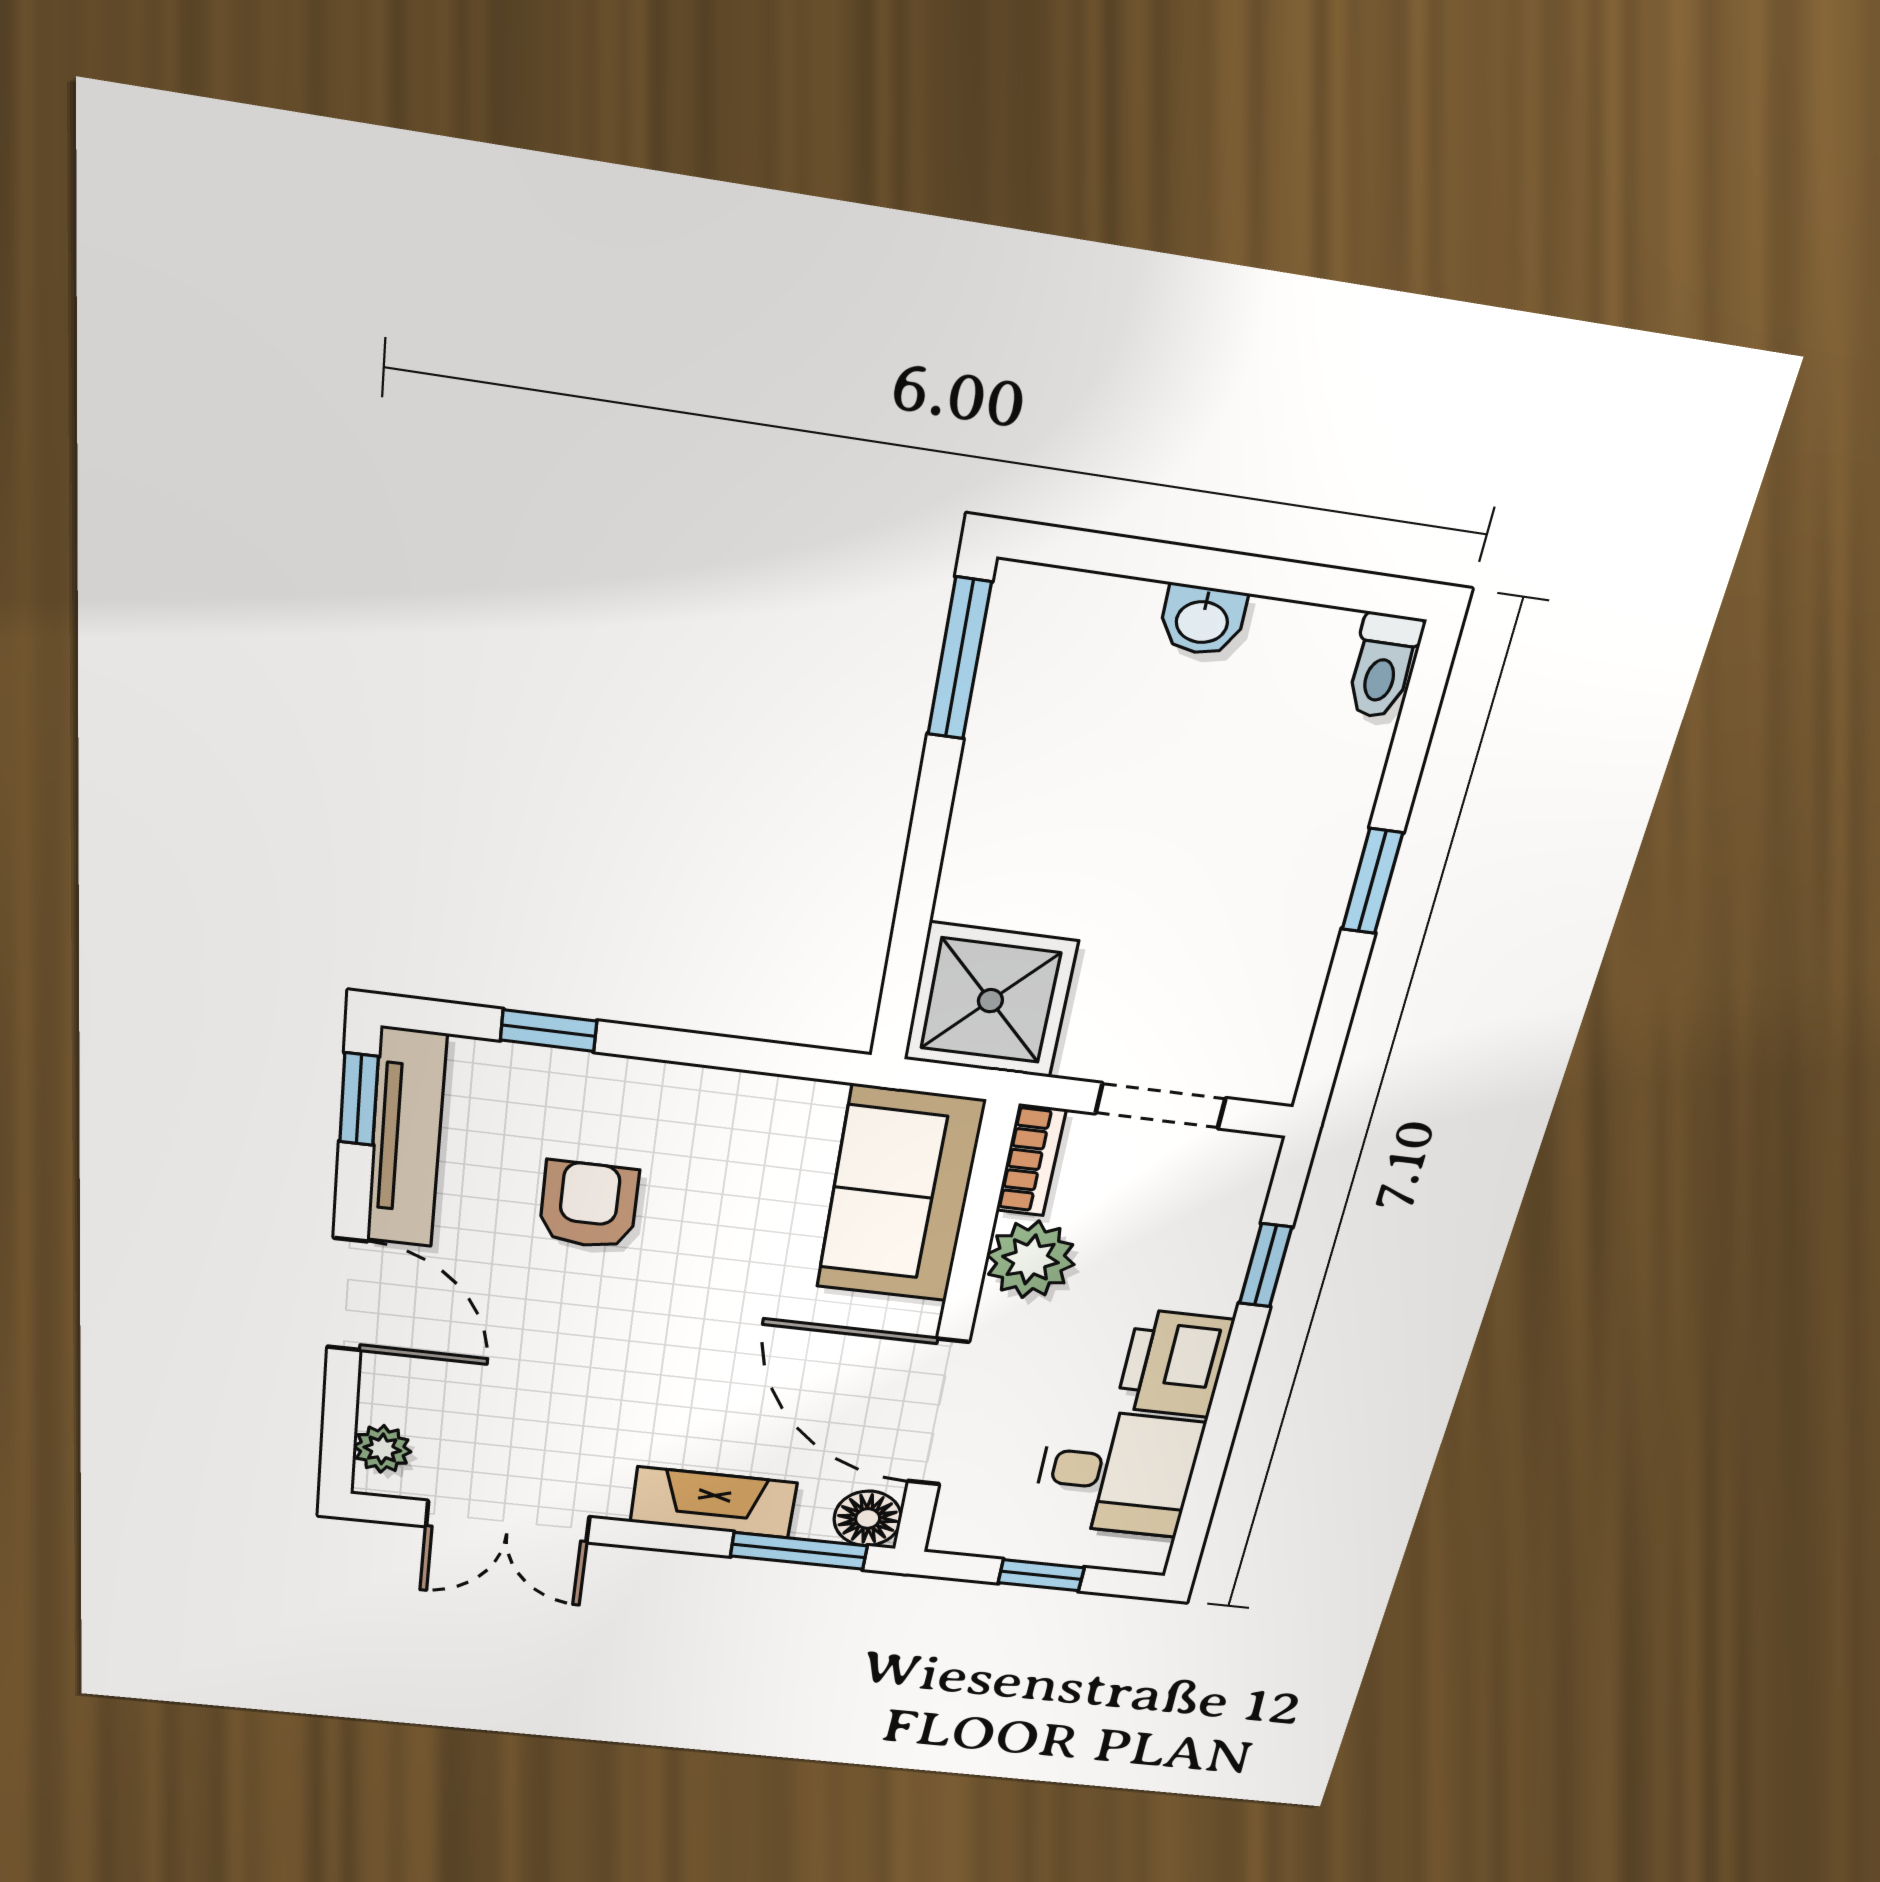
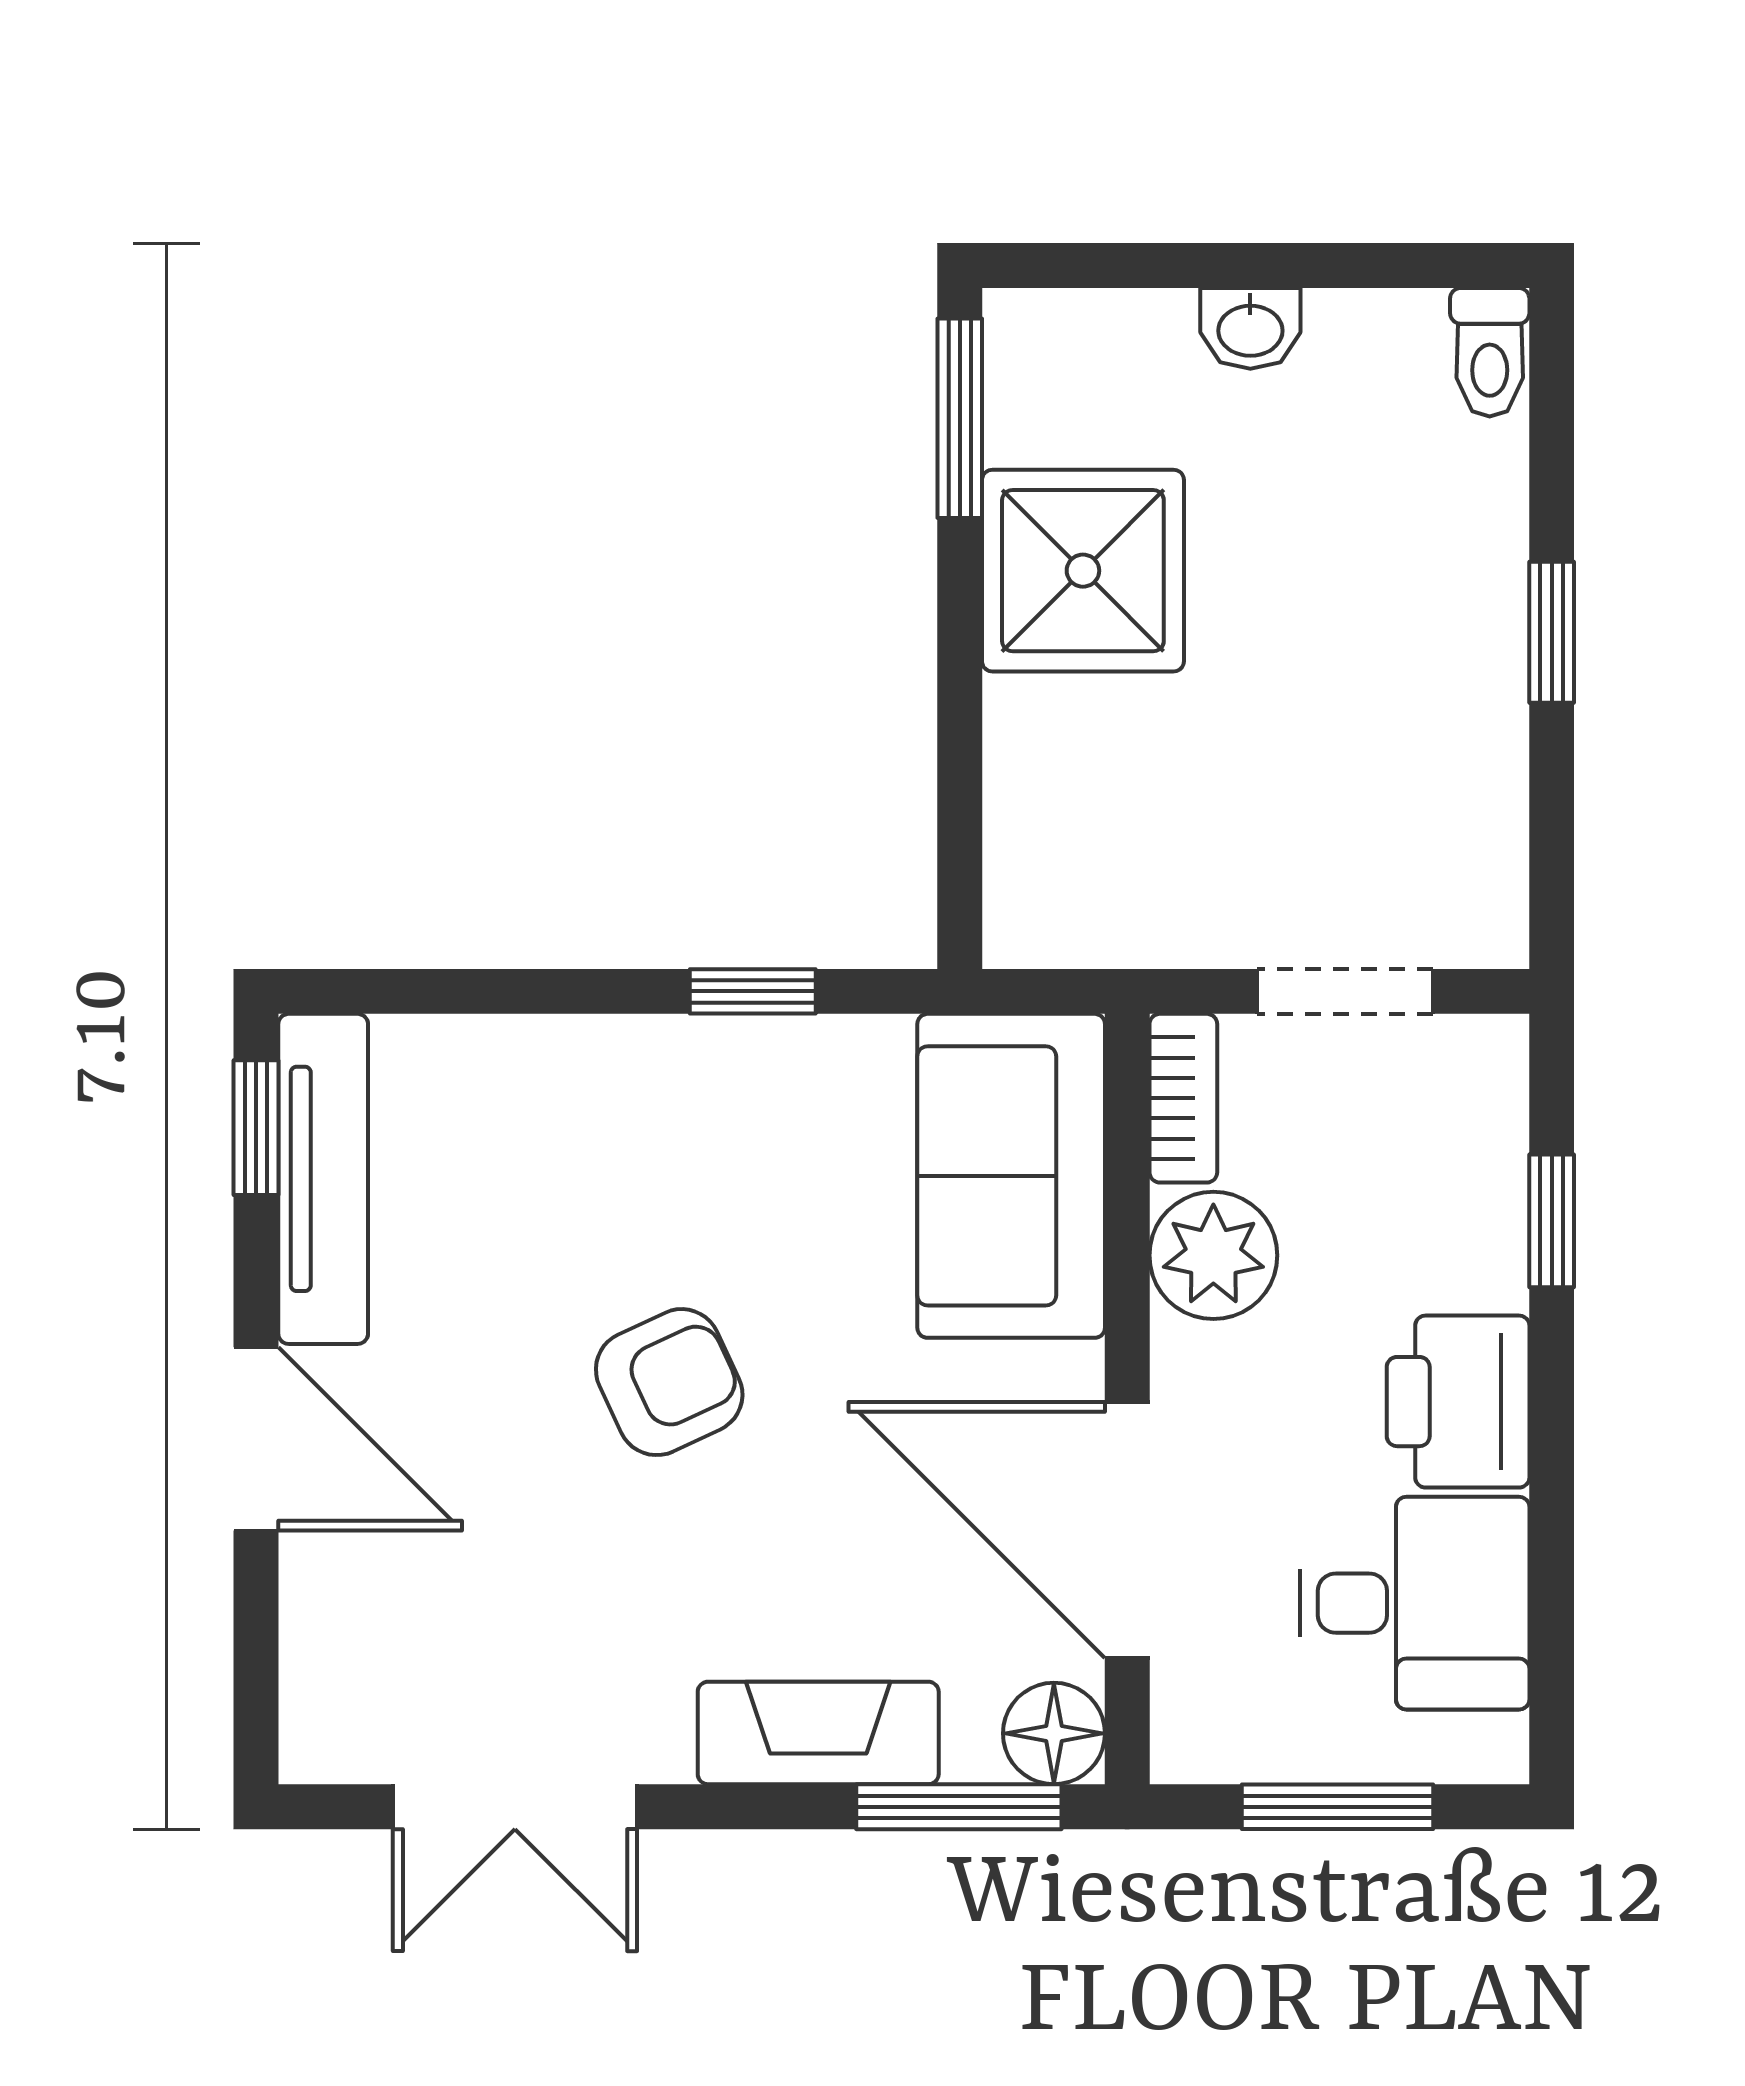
shower: (990, 1001) -> (1083, 571), moved
window: (549, 1031) -> (753, 991), moved
armchair: (589, 1205) -> (669, 1382), moved, turned 65
plant: (382, 1449) -> (321, 1698), removed
window: (1041, 1575) -> (1338, 1807), width x1.50

